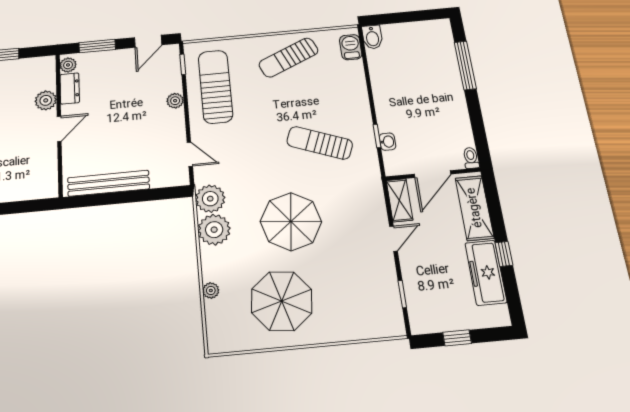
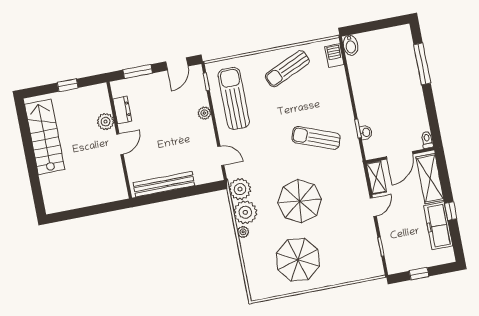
plant: (68, 65) -> (118, 90), removed
plant: (211, 290) -> (243, 232), moved

